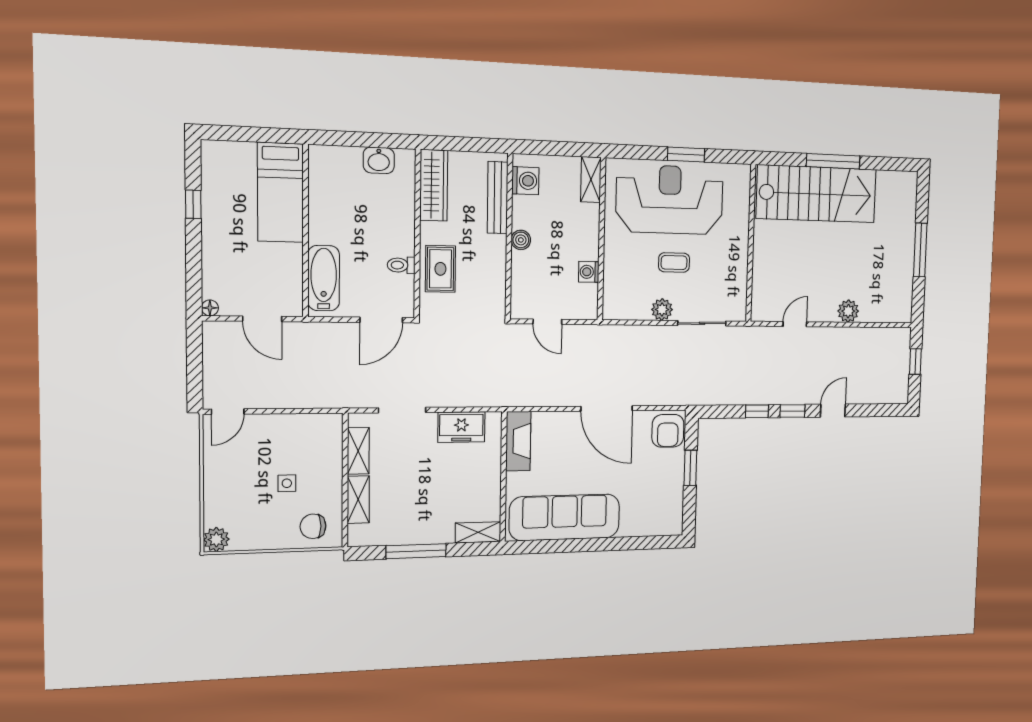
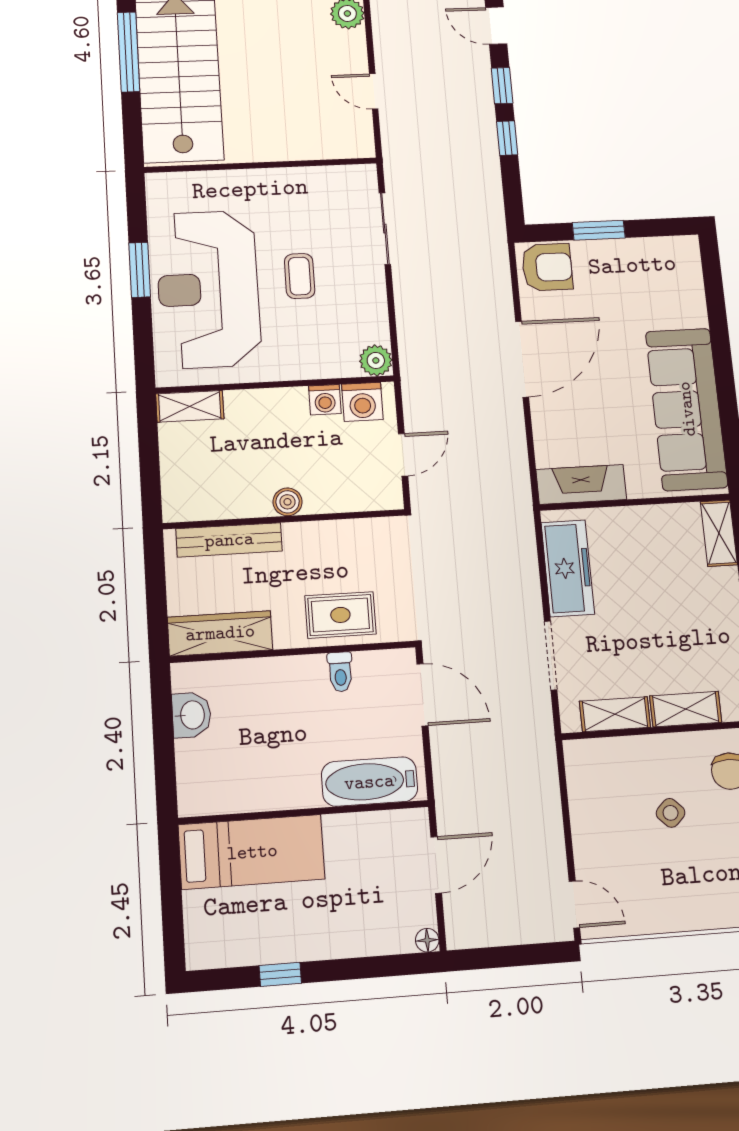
washing machine: (525, 181) -> (362, 402), moved, turned 180
plant: (662, 310) -> (376, 360), moved
freezer: (461, 427) -> (568, 568), width x1.40
side table: (287, 483) -> (671, 813), turned 45

